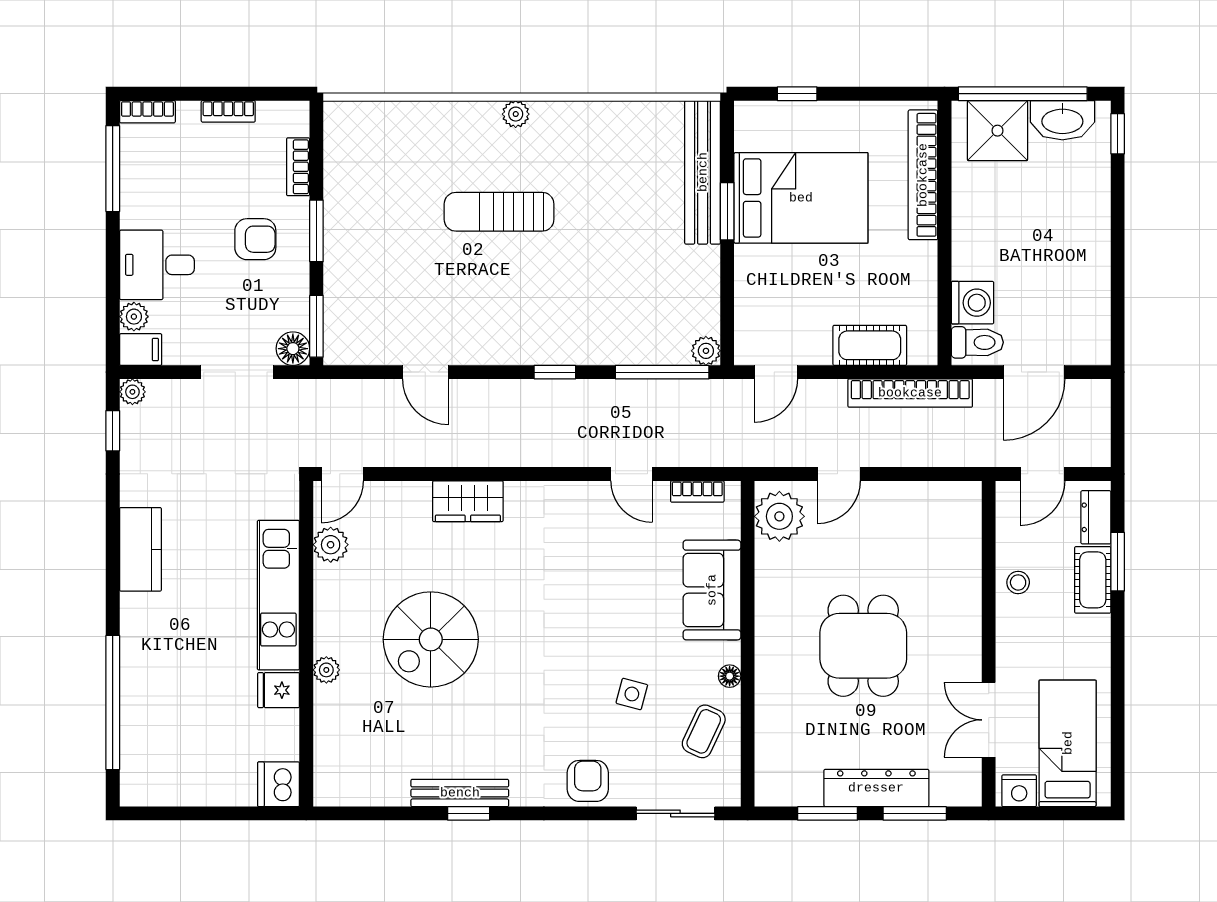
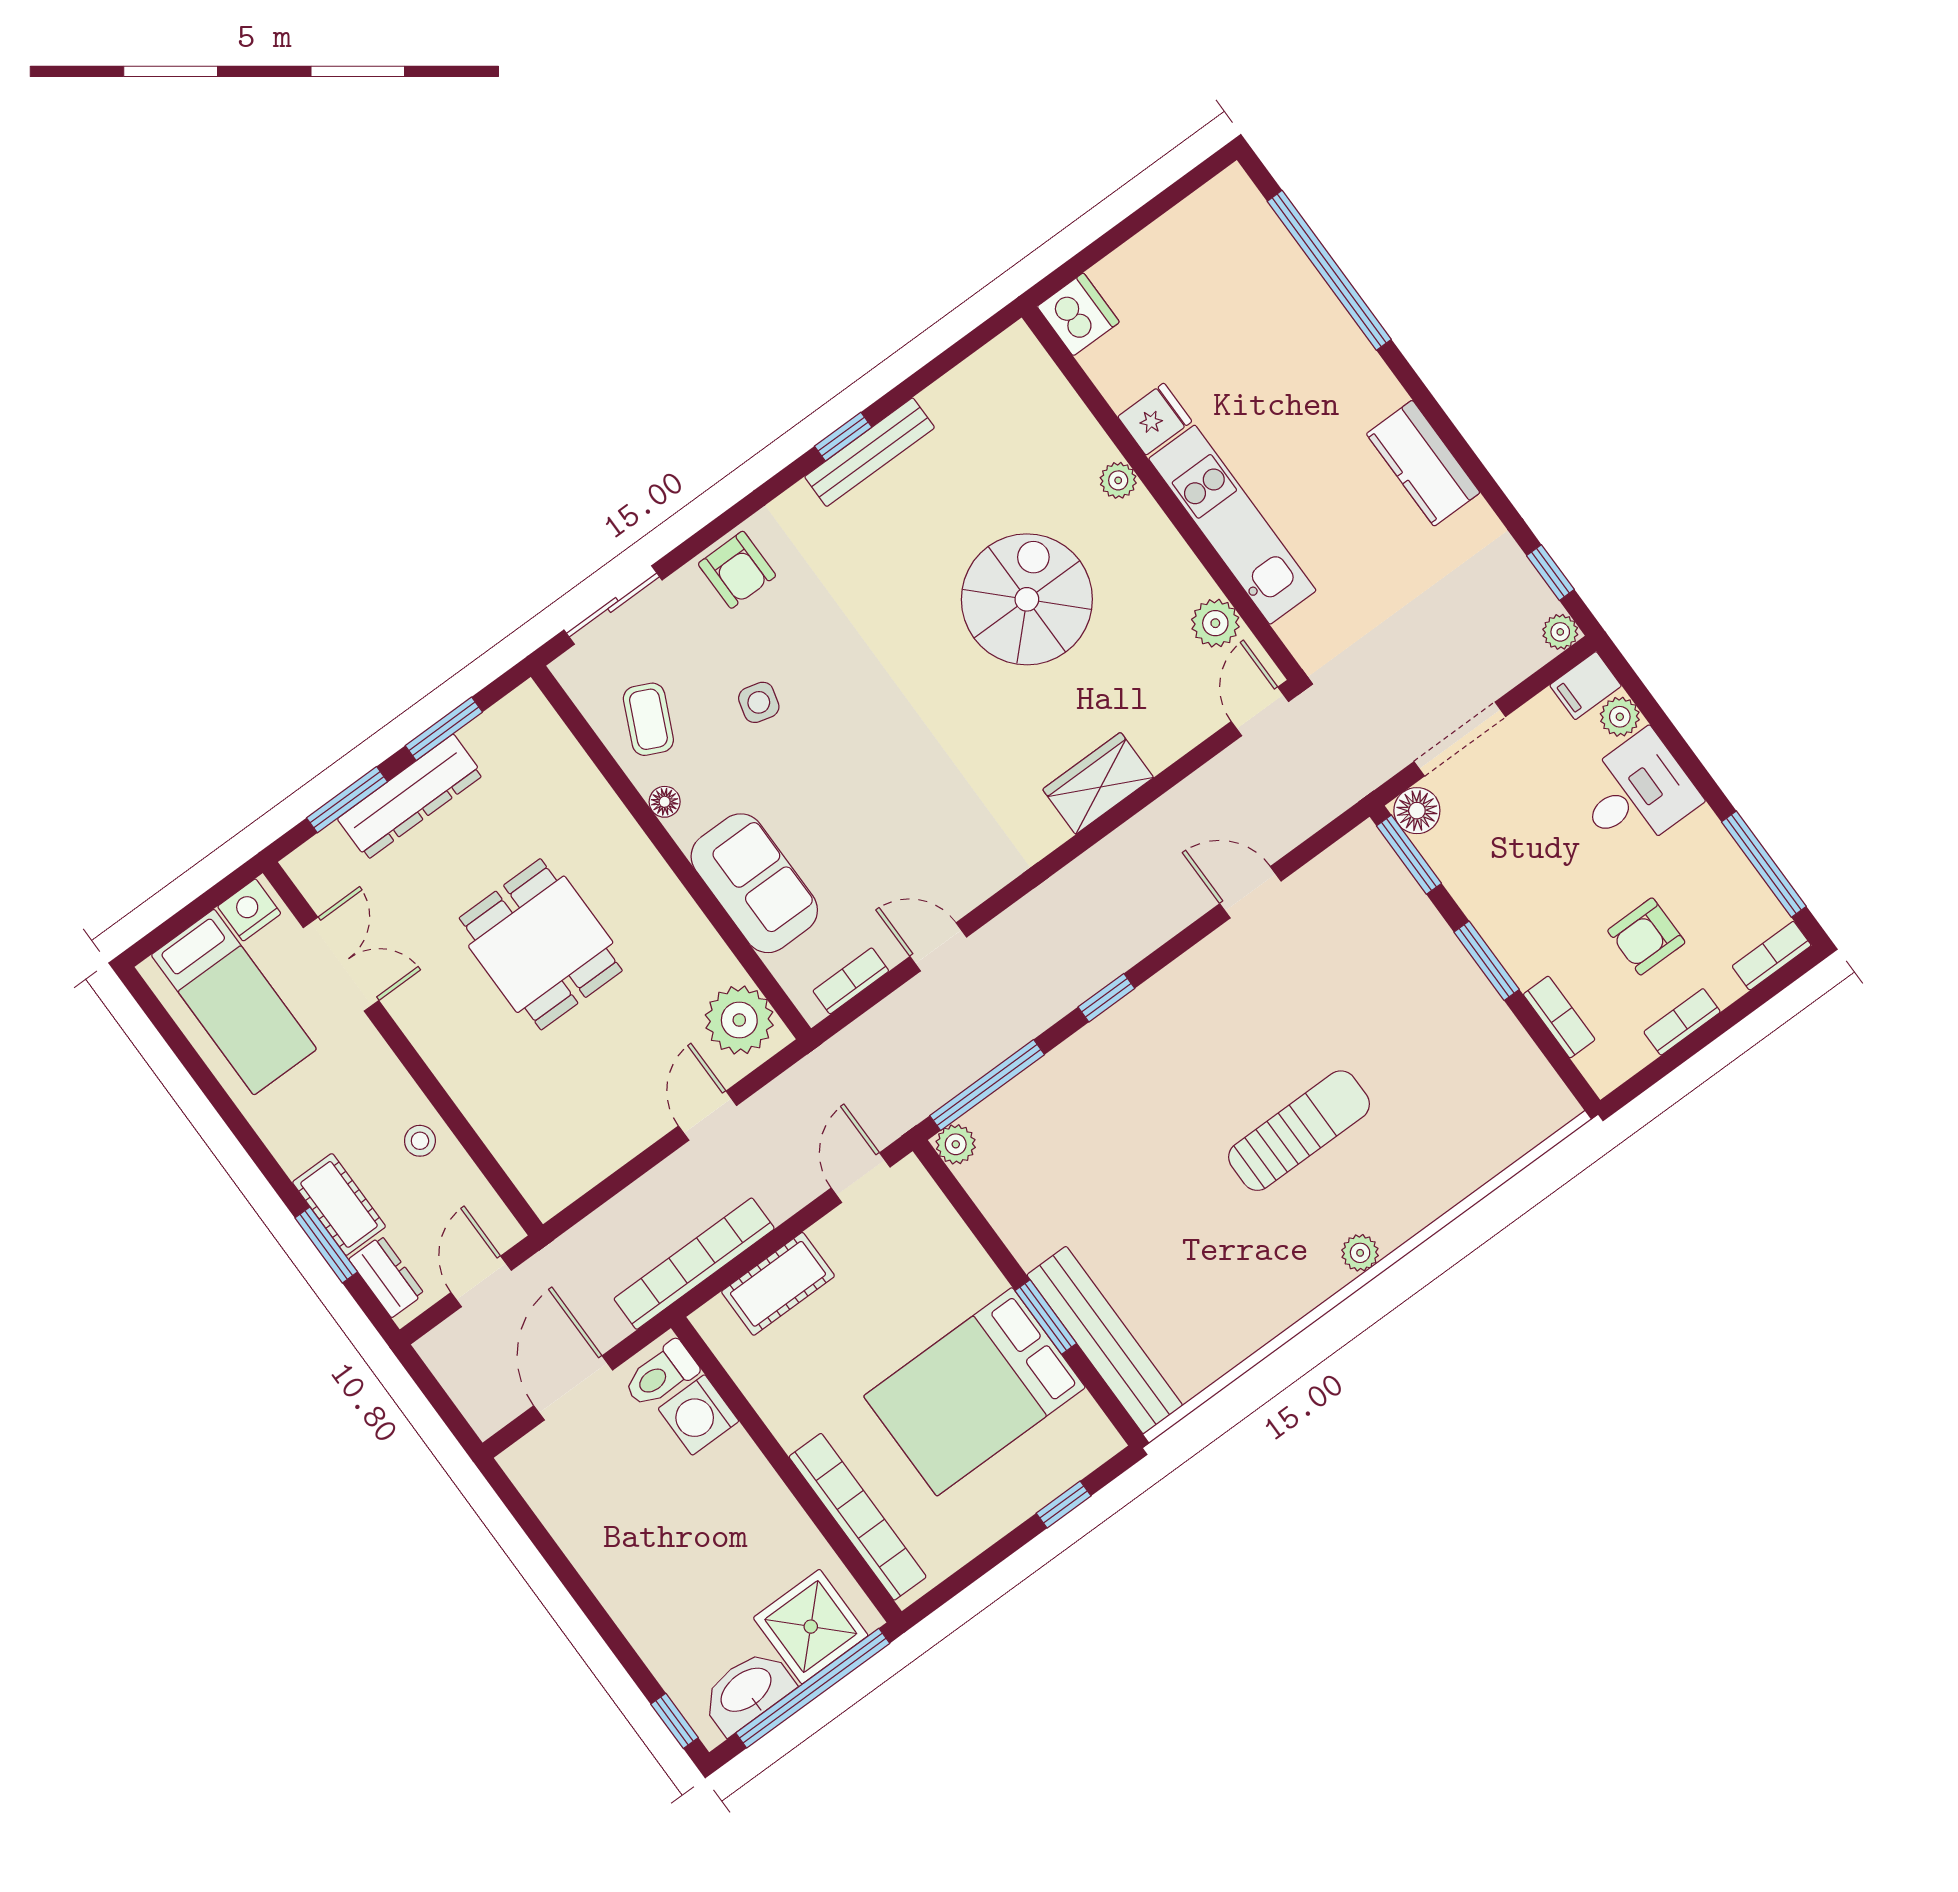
armchair: (255, 239) -> (1646, 936), moved

